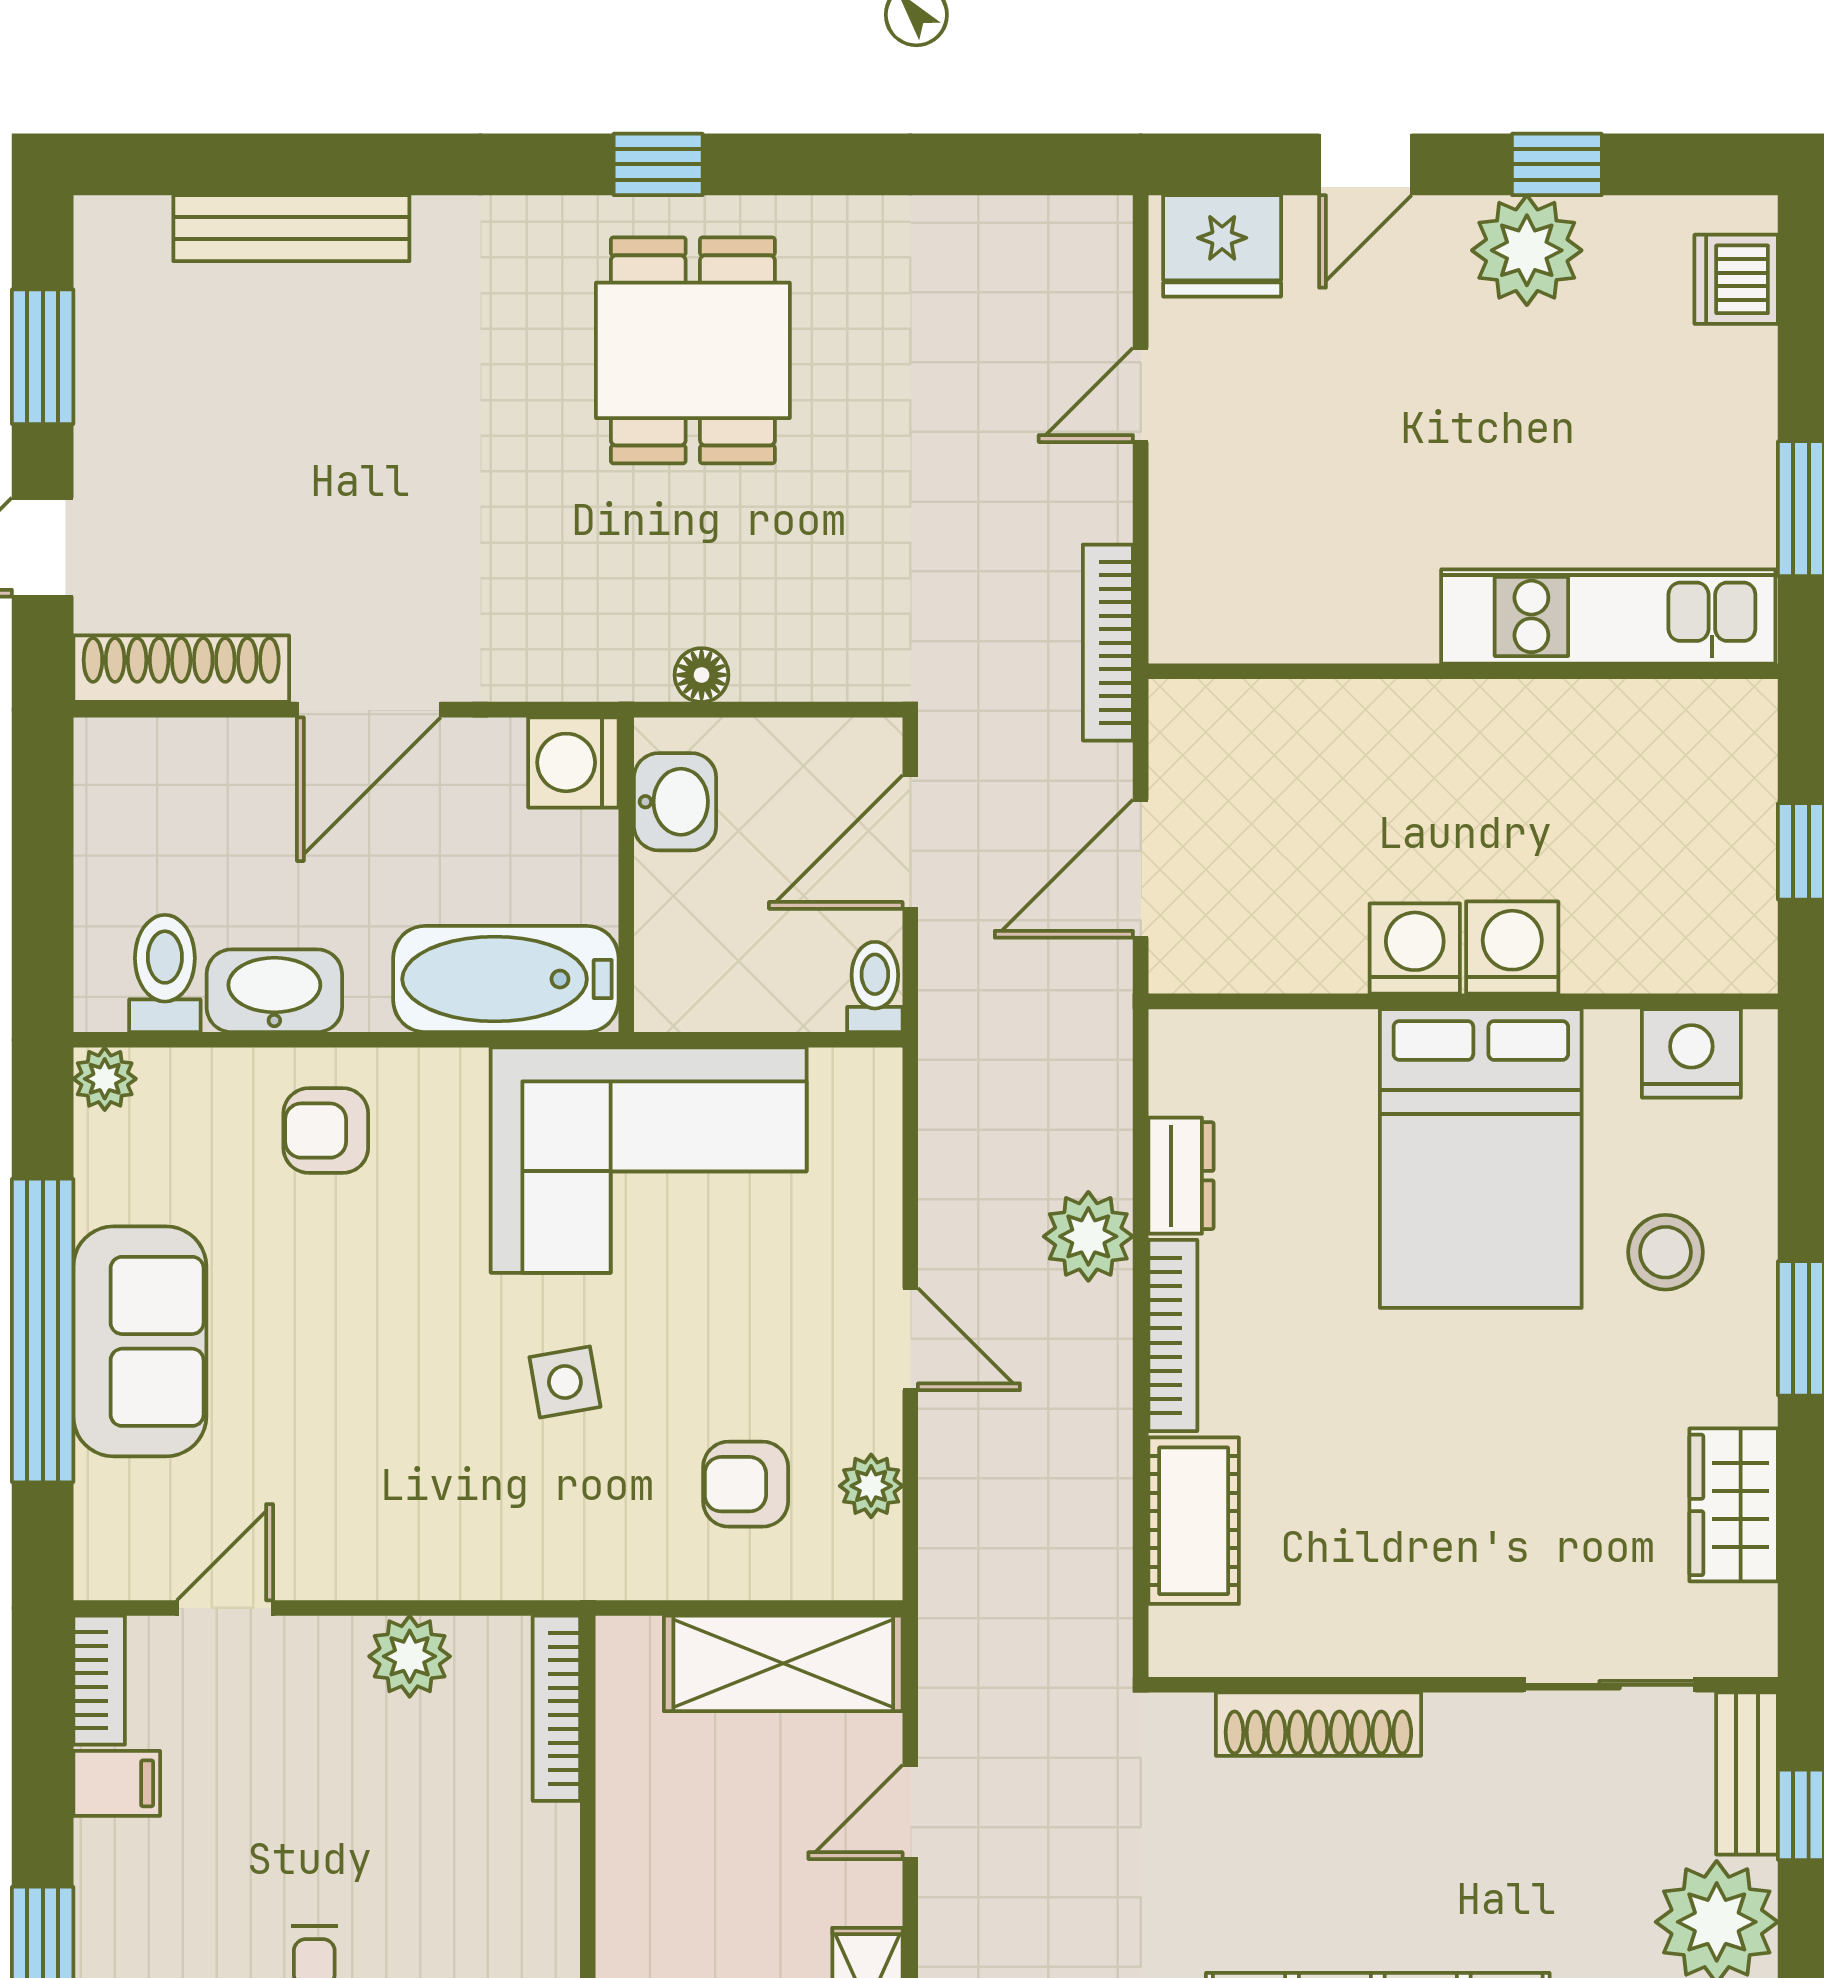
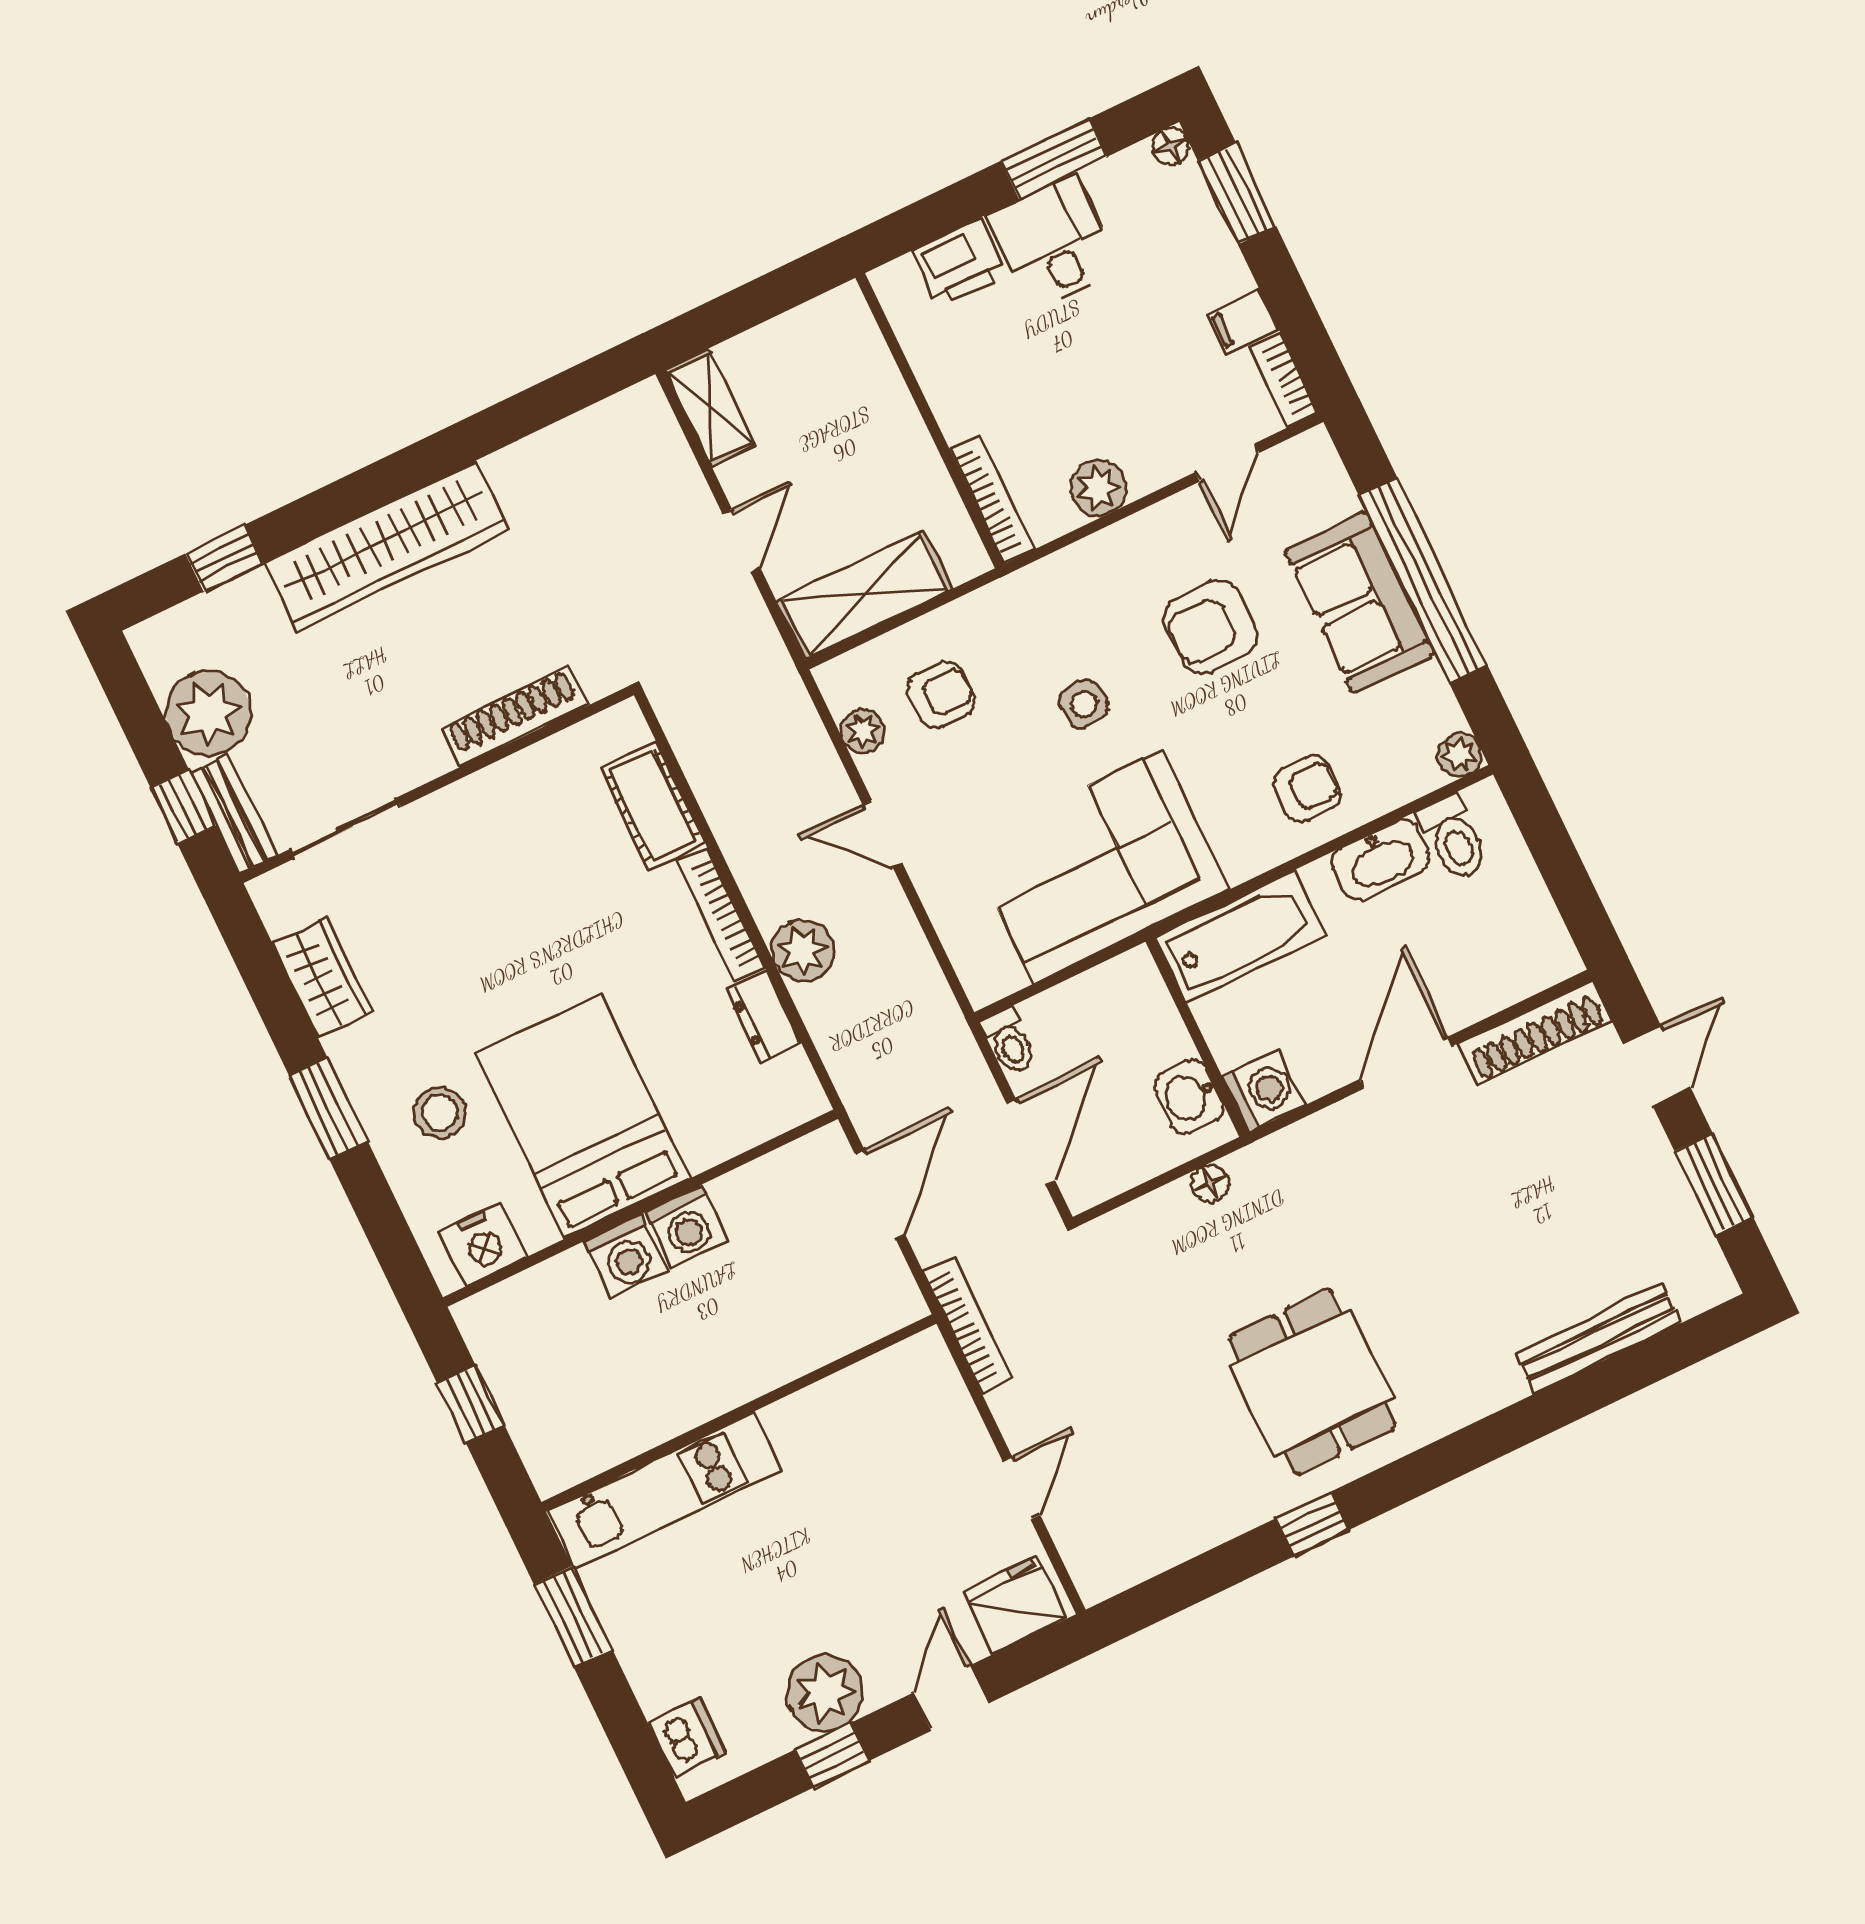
window: (658, 164) -> (1313, 1524), moved
armchair: (350, 1403) -> (1210, 627), added

